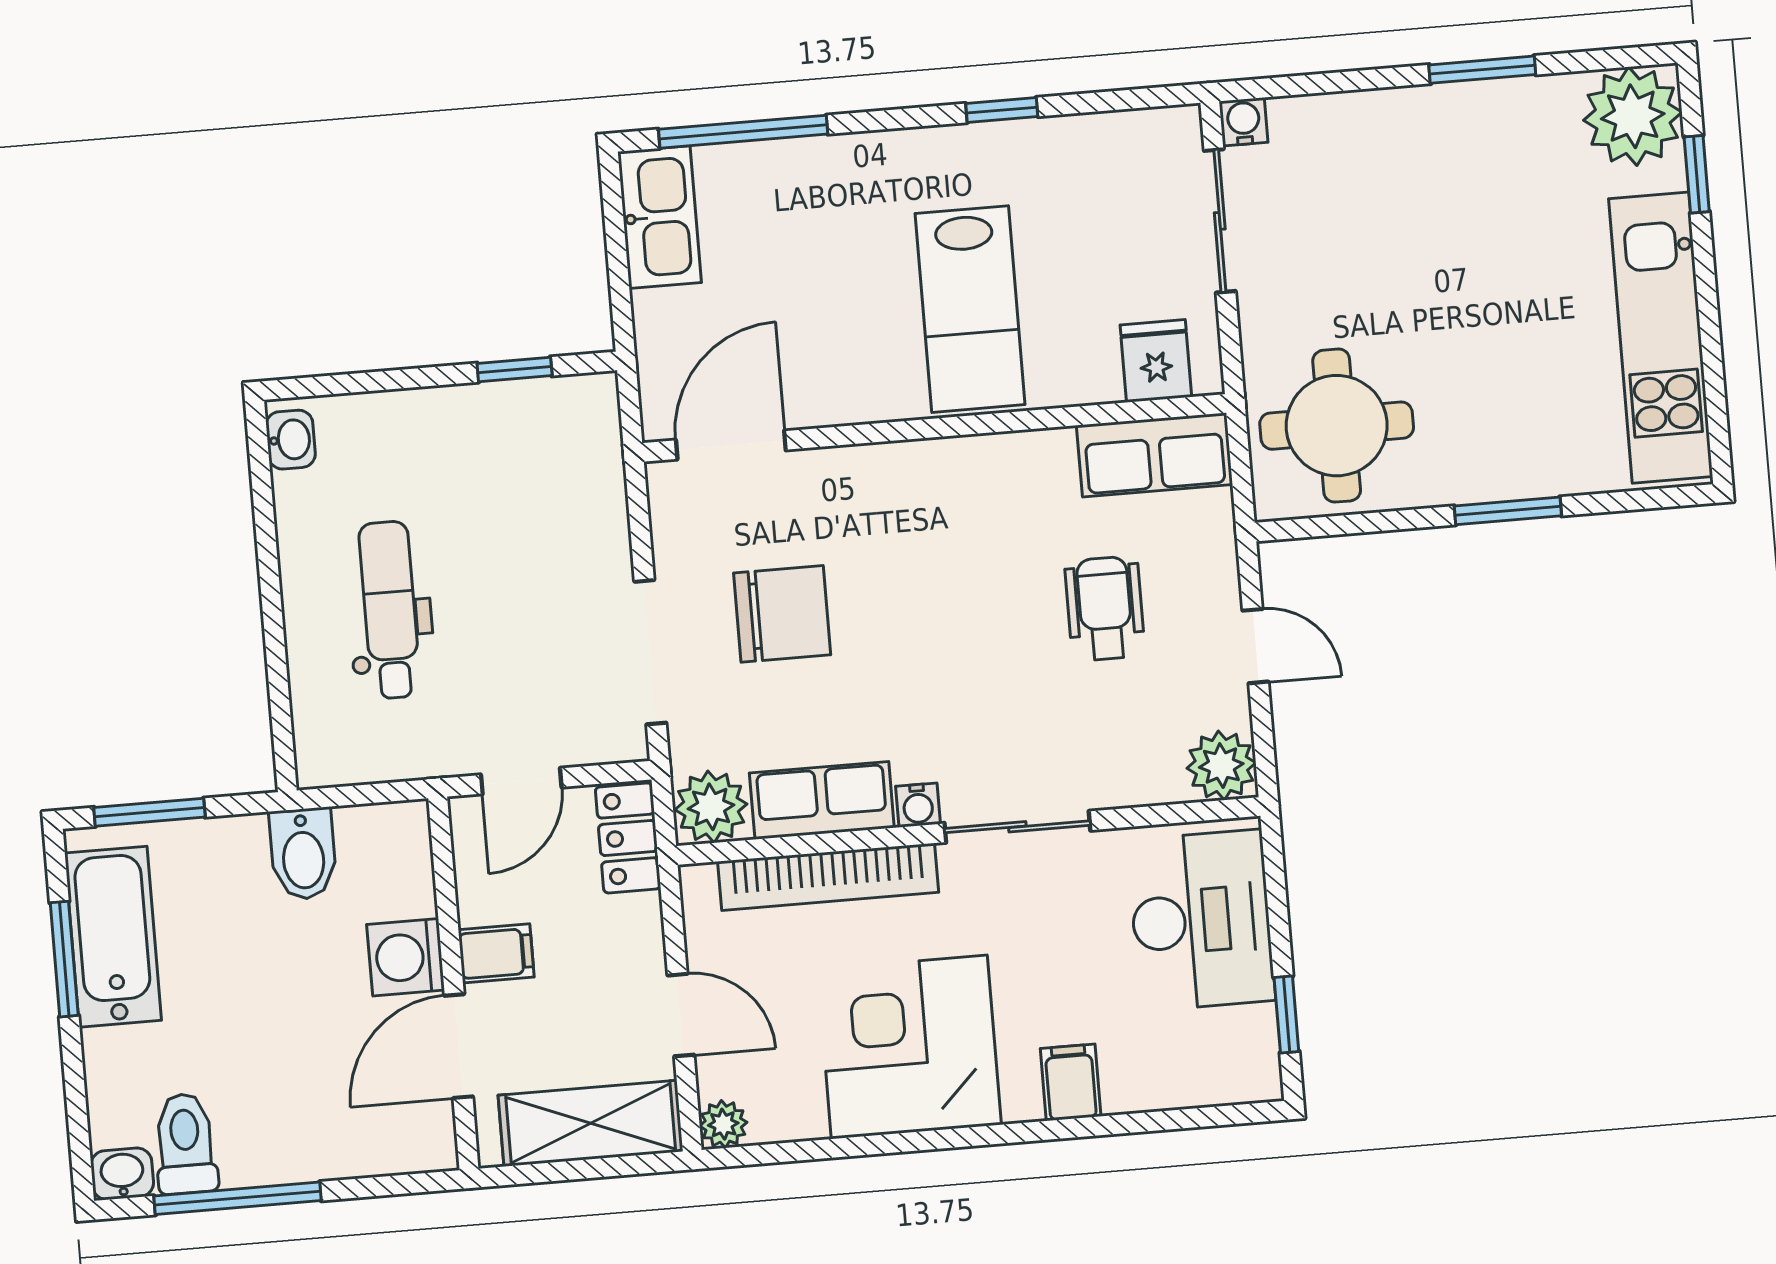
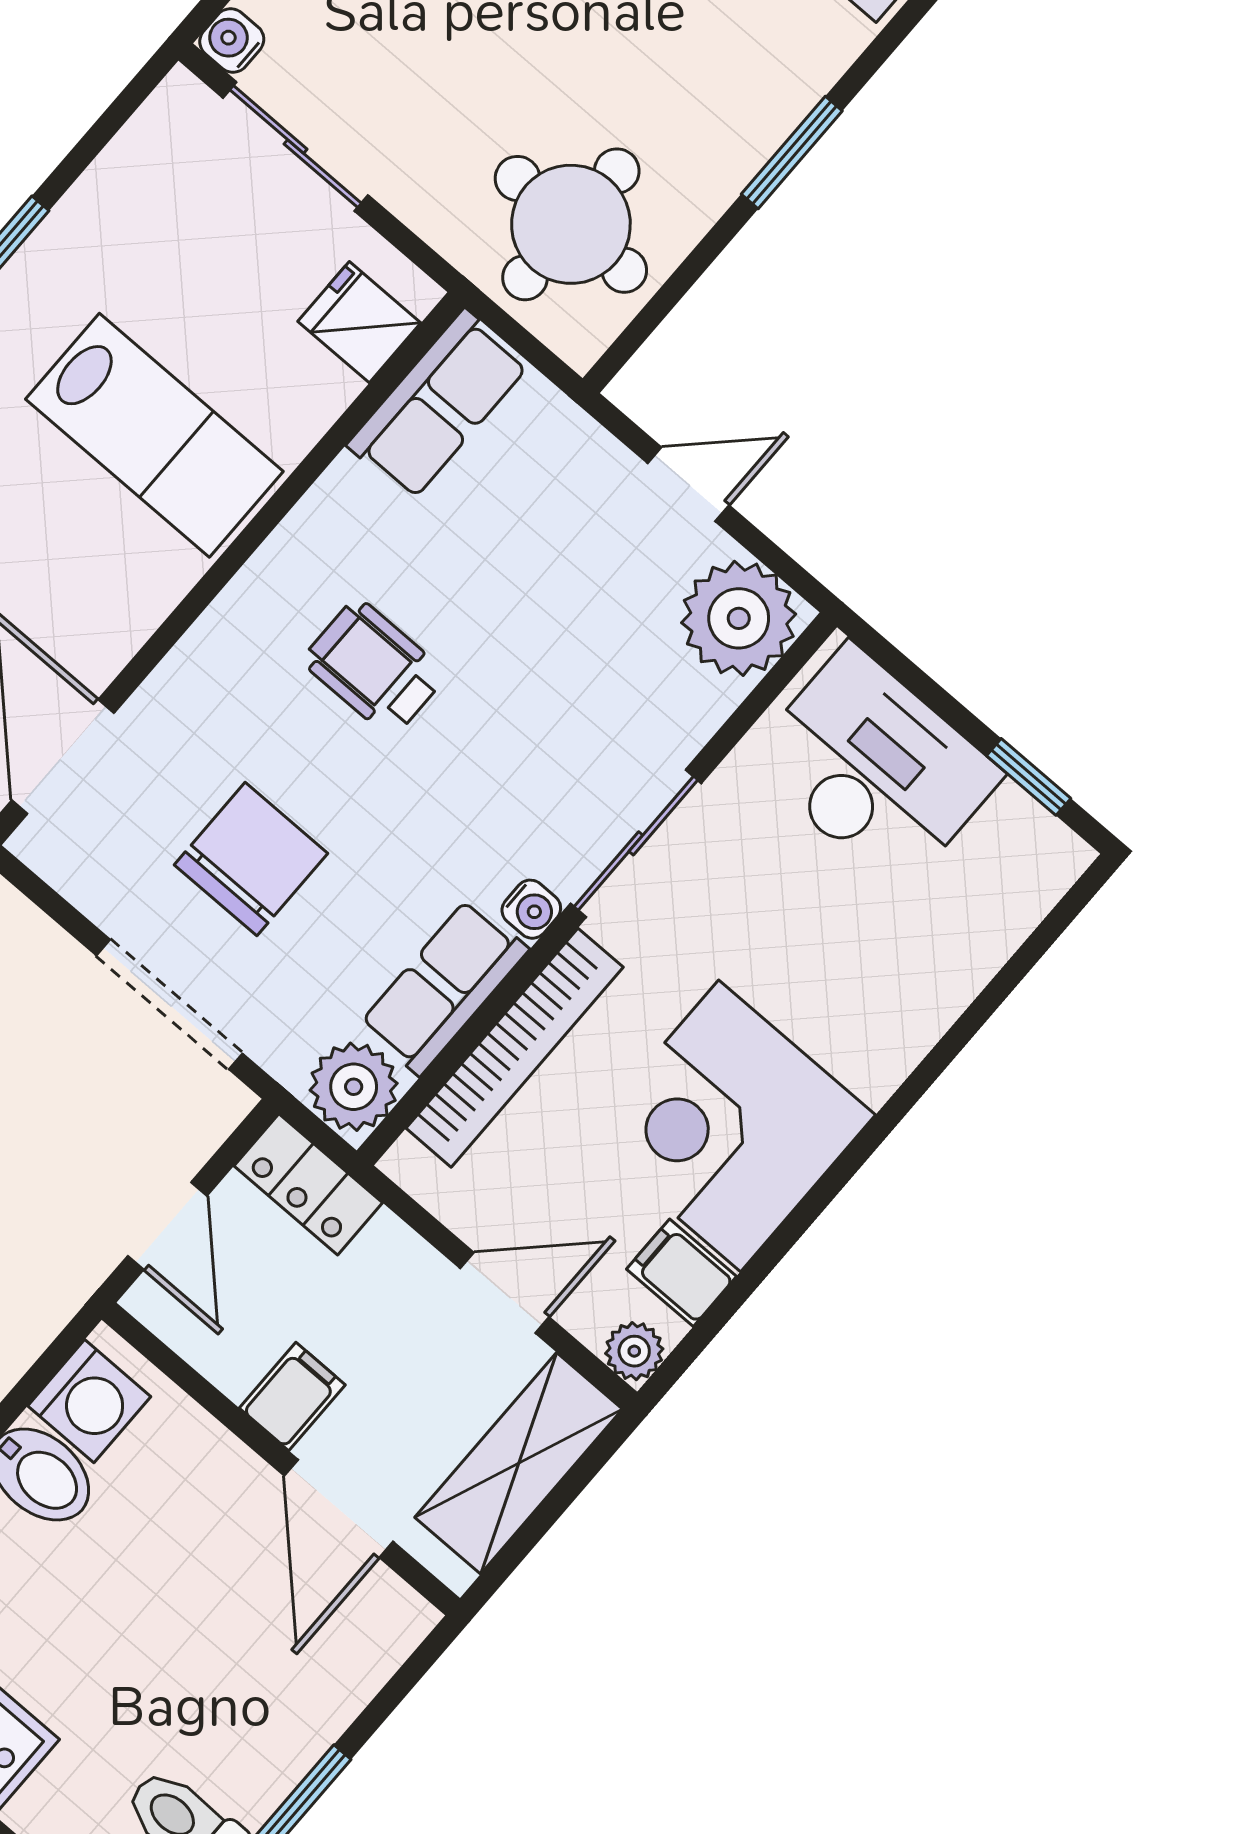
wheelchair: (1105, 608) -> (374, 668), moved
plant: (1221, 765) -> (739, 618), width x1.36, depth x1.36
washing machine: (406, 957) -> (89, 1401), moved, turned -90
filing cabinet: (1071, 1082) -> (682, 1273), moved

